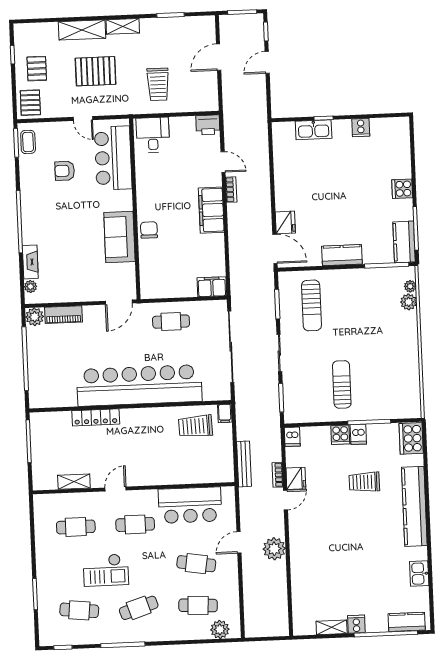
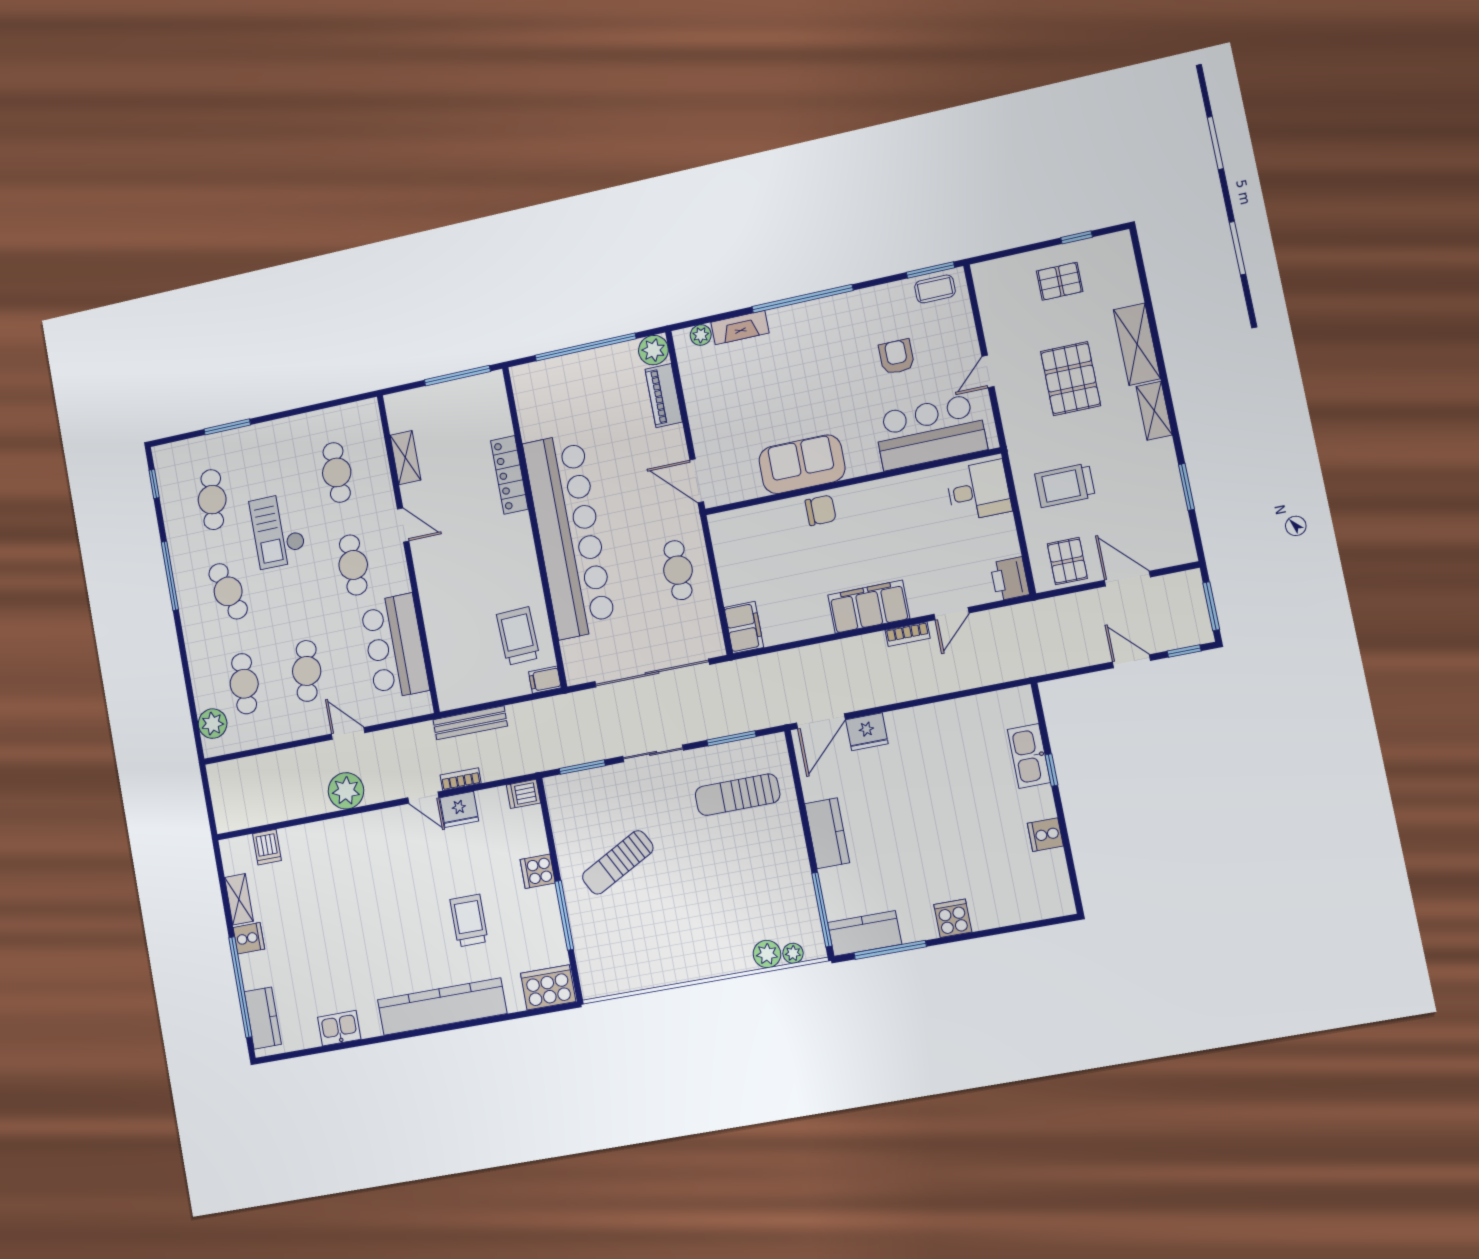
pallet: (30, 103) -> (1067, 561), moved, turned 90
sun lounger: (342, 384) -> (618, 862), turned 152
dishwasher: (358, 434) -> (267, 847), moved, turned -90

